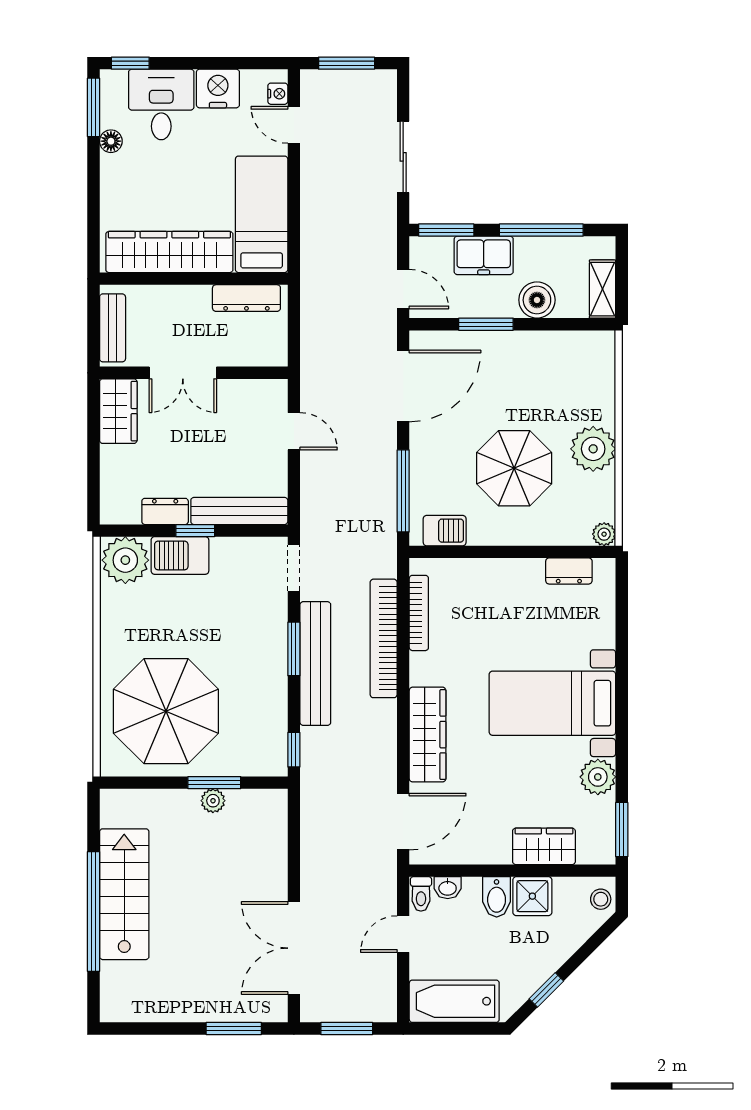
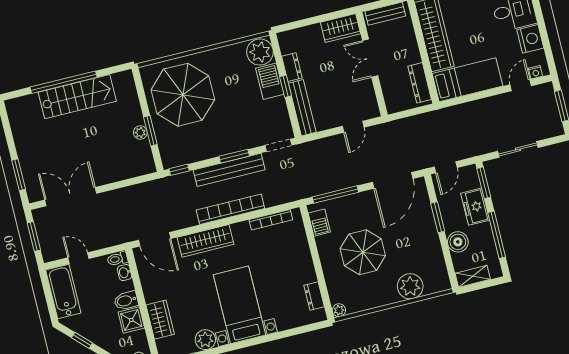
door: (403, 386) -> (393, 180), hinge flipped
plant: (593, 449) -> (410, 286), moved
bookcase: (384, 638) -> (230, 209), moved
door: (403, 934) -> (78, 258), moved

